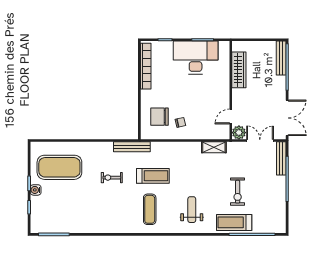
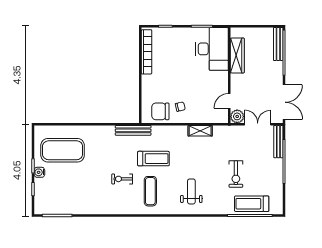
desk: (196, 58) -> (212, 49), moved, turned 90
chair: (160, 117) -> (160, 111), moved
shelving: (214, 147) -> (200, 131), moved
exercise bike: (112, 178) -> (122, 179), moved
treadmill: (234, 222) -> (252, 204), moved

